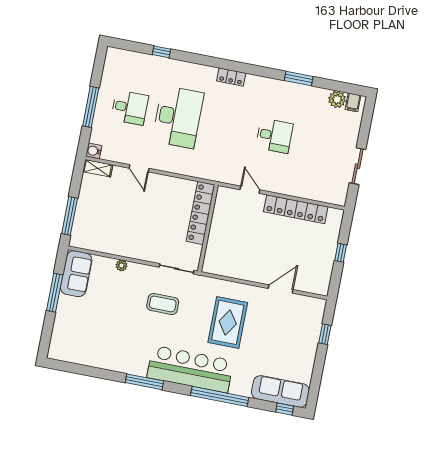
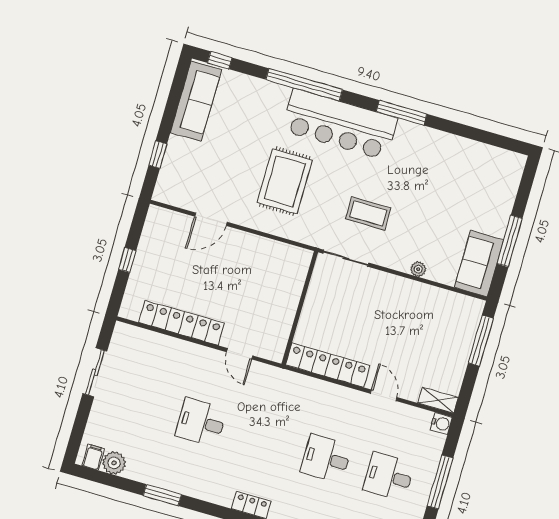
desk: (178, 117) -> (326, 458), width x0.53, depth x0.77
locker: (200, 213) -> (328, 365), moved, turned -90
sofa: (280, 391) -> (196, 101), moved, turned -90

